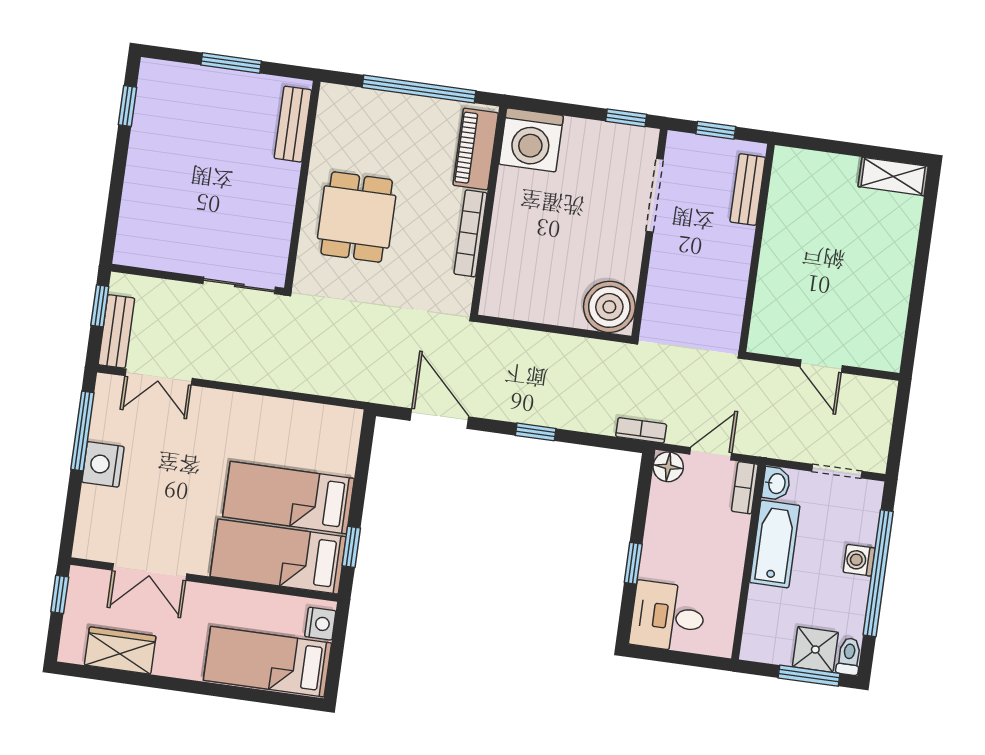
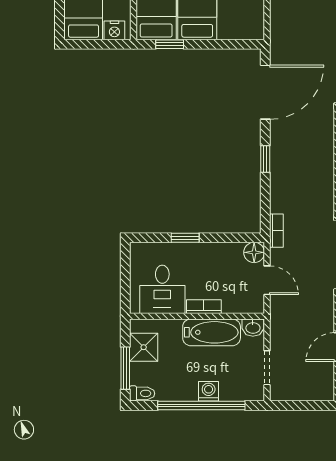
door: (439, 419) -> (265, 92), width x1.36
bookcase: (745, 488) -> (204, 307), moved
desk: (668, 617) -> (162, 289), moved, turned 180
shower: (815, 649) -> (144, 347), moved

